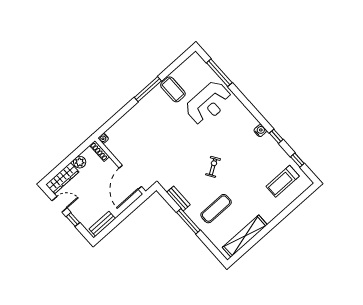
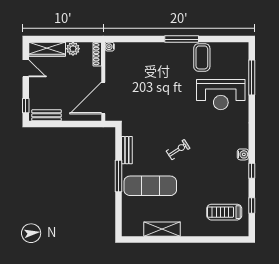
exercise mat: (216, 209) -> (150, 186), width x1.36, depth x1.45
window: (73, 220) -> (26, 106), moved
shelving: (245, 236) -> (162, 229), width x0.68

